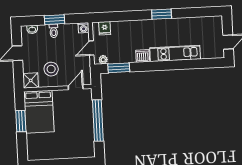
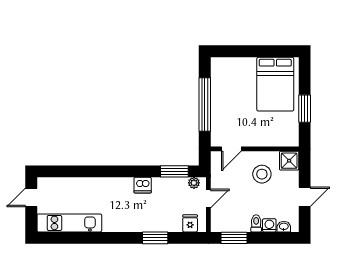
window: (162, 14) -> (155, 238), moved
window: (54, 20) -> (234, 238), moved
washing machine: (84, 28) -> (269, 225), moved
kitchen unit: (175, 53) -> (69, 223), moved, turned 180
bed: (39, 112) -> (275, 84), moved, turned 180

